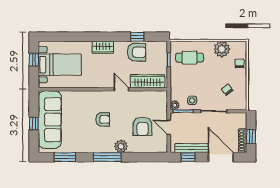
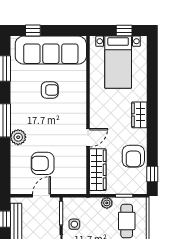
window: (137, 37) -> (152, 174), moved
plant: (175, 105) -> (107, 203), moved
armchair: (103, 119) -> (50, 90), moved, turned -90
window: (34, 124) -> (33, 31), moved

